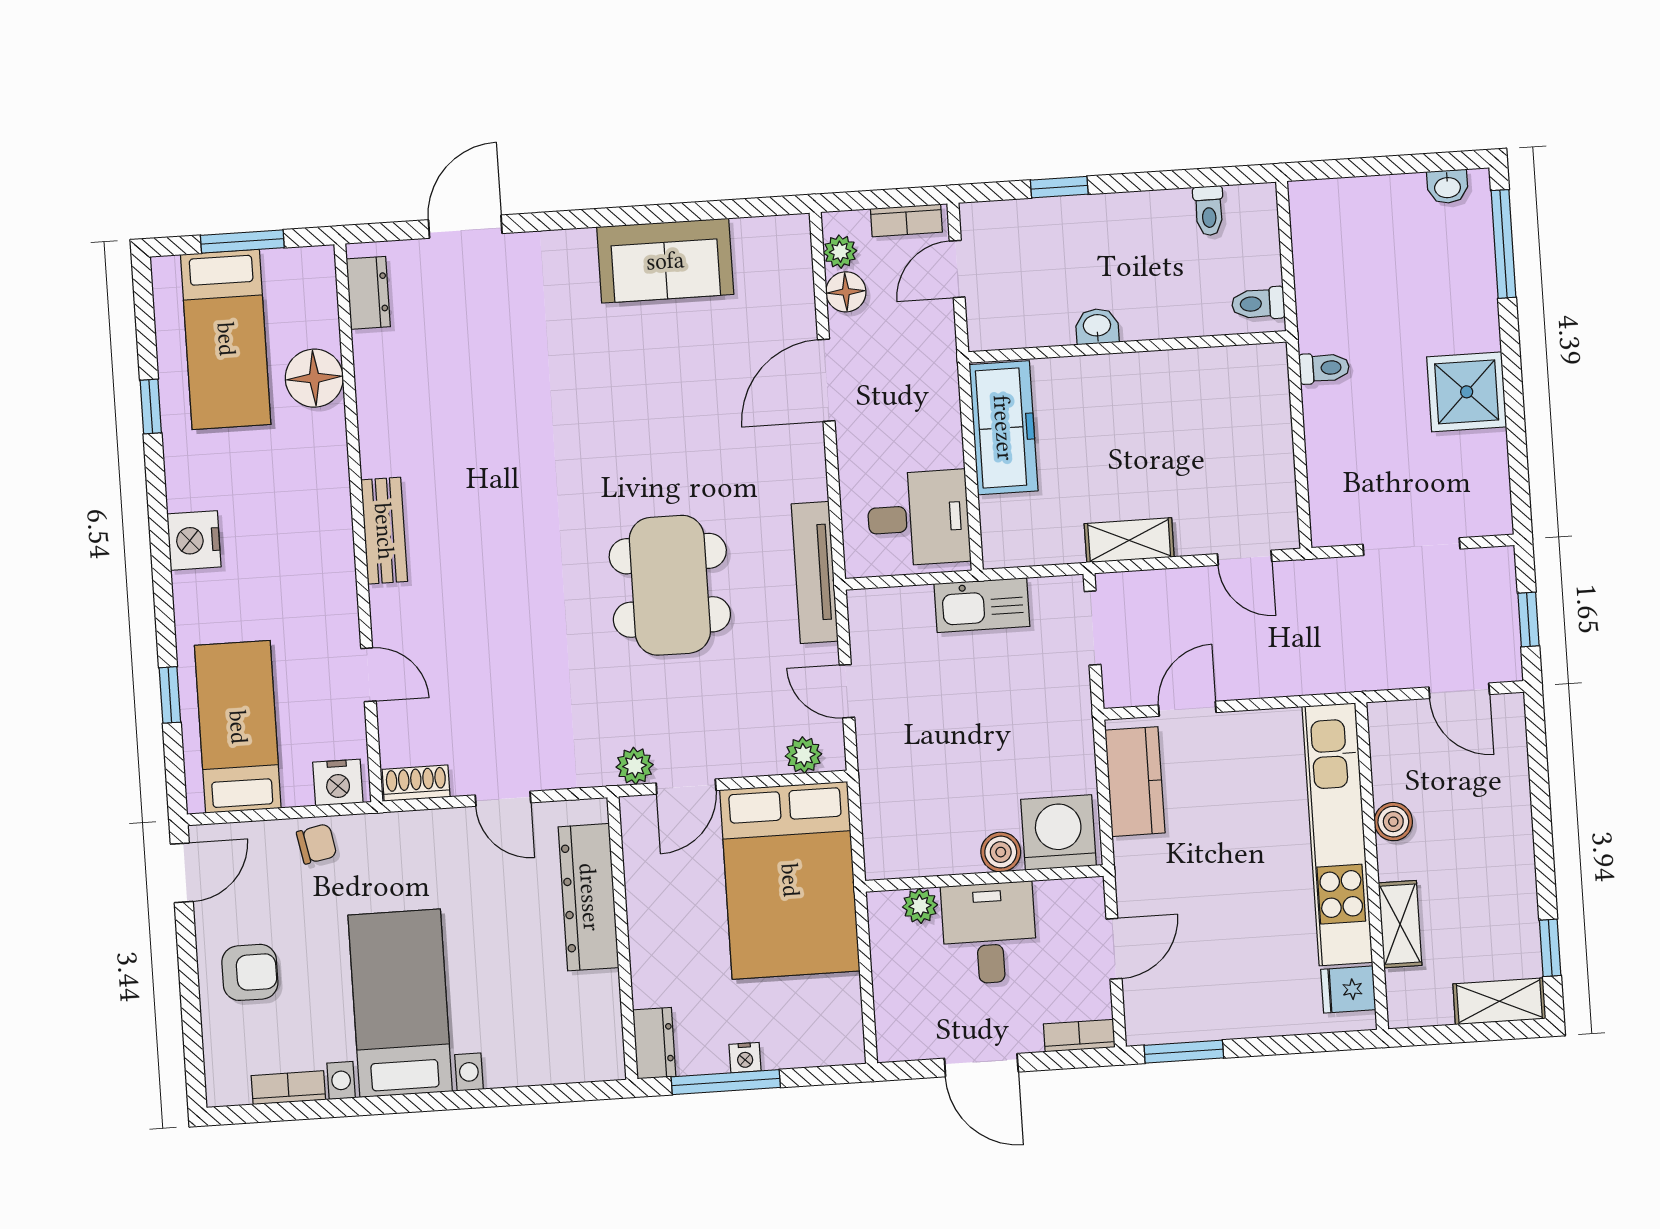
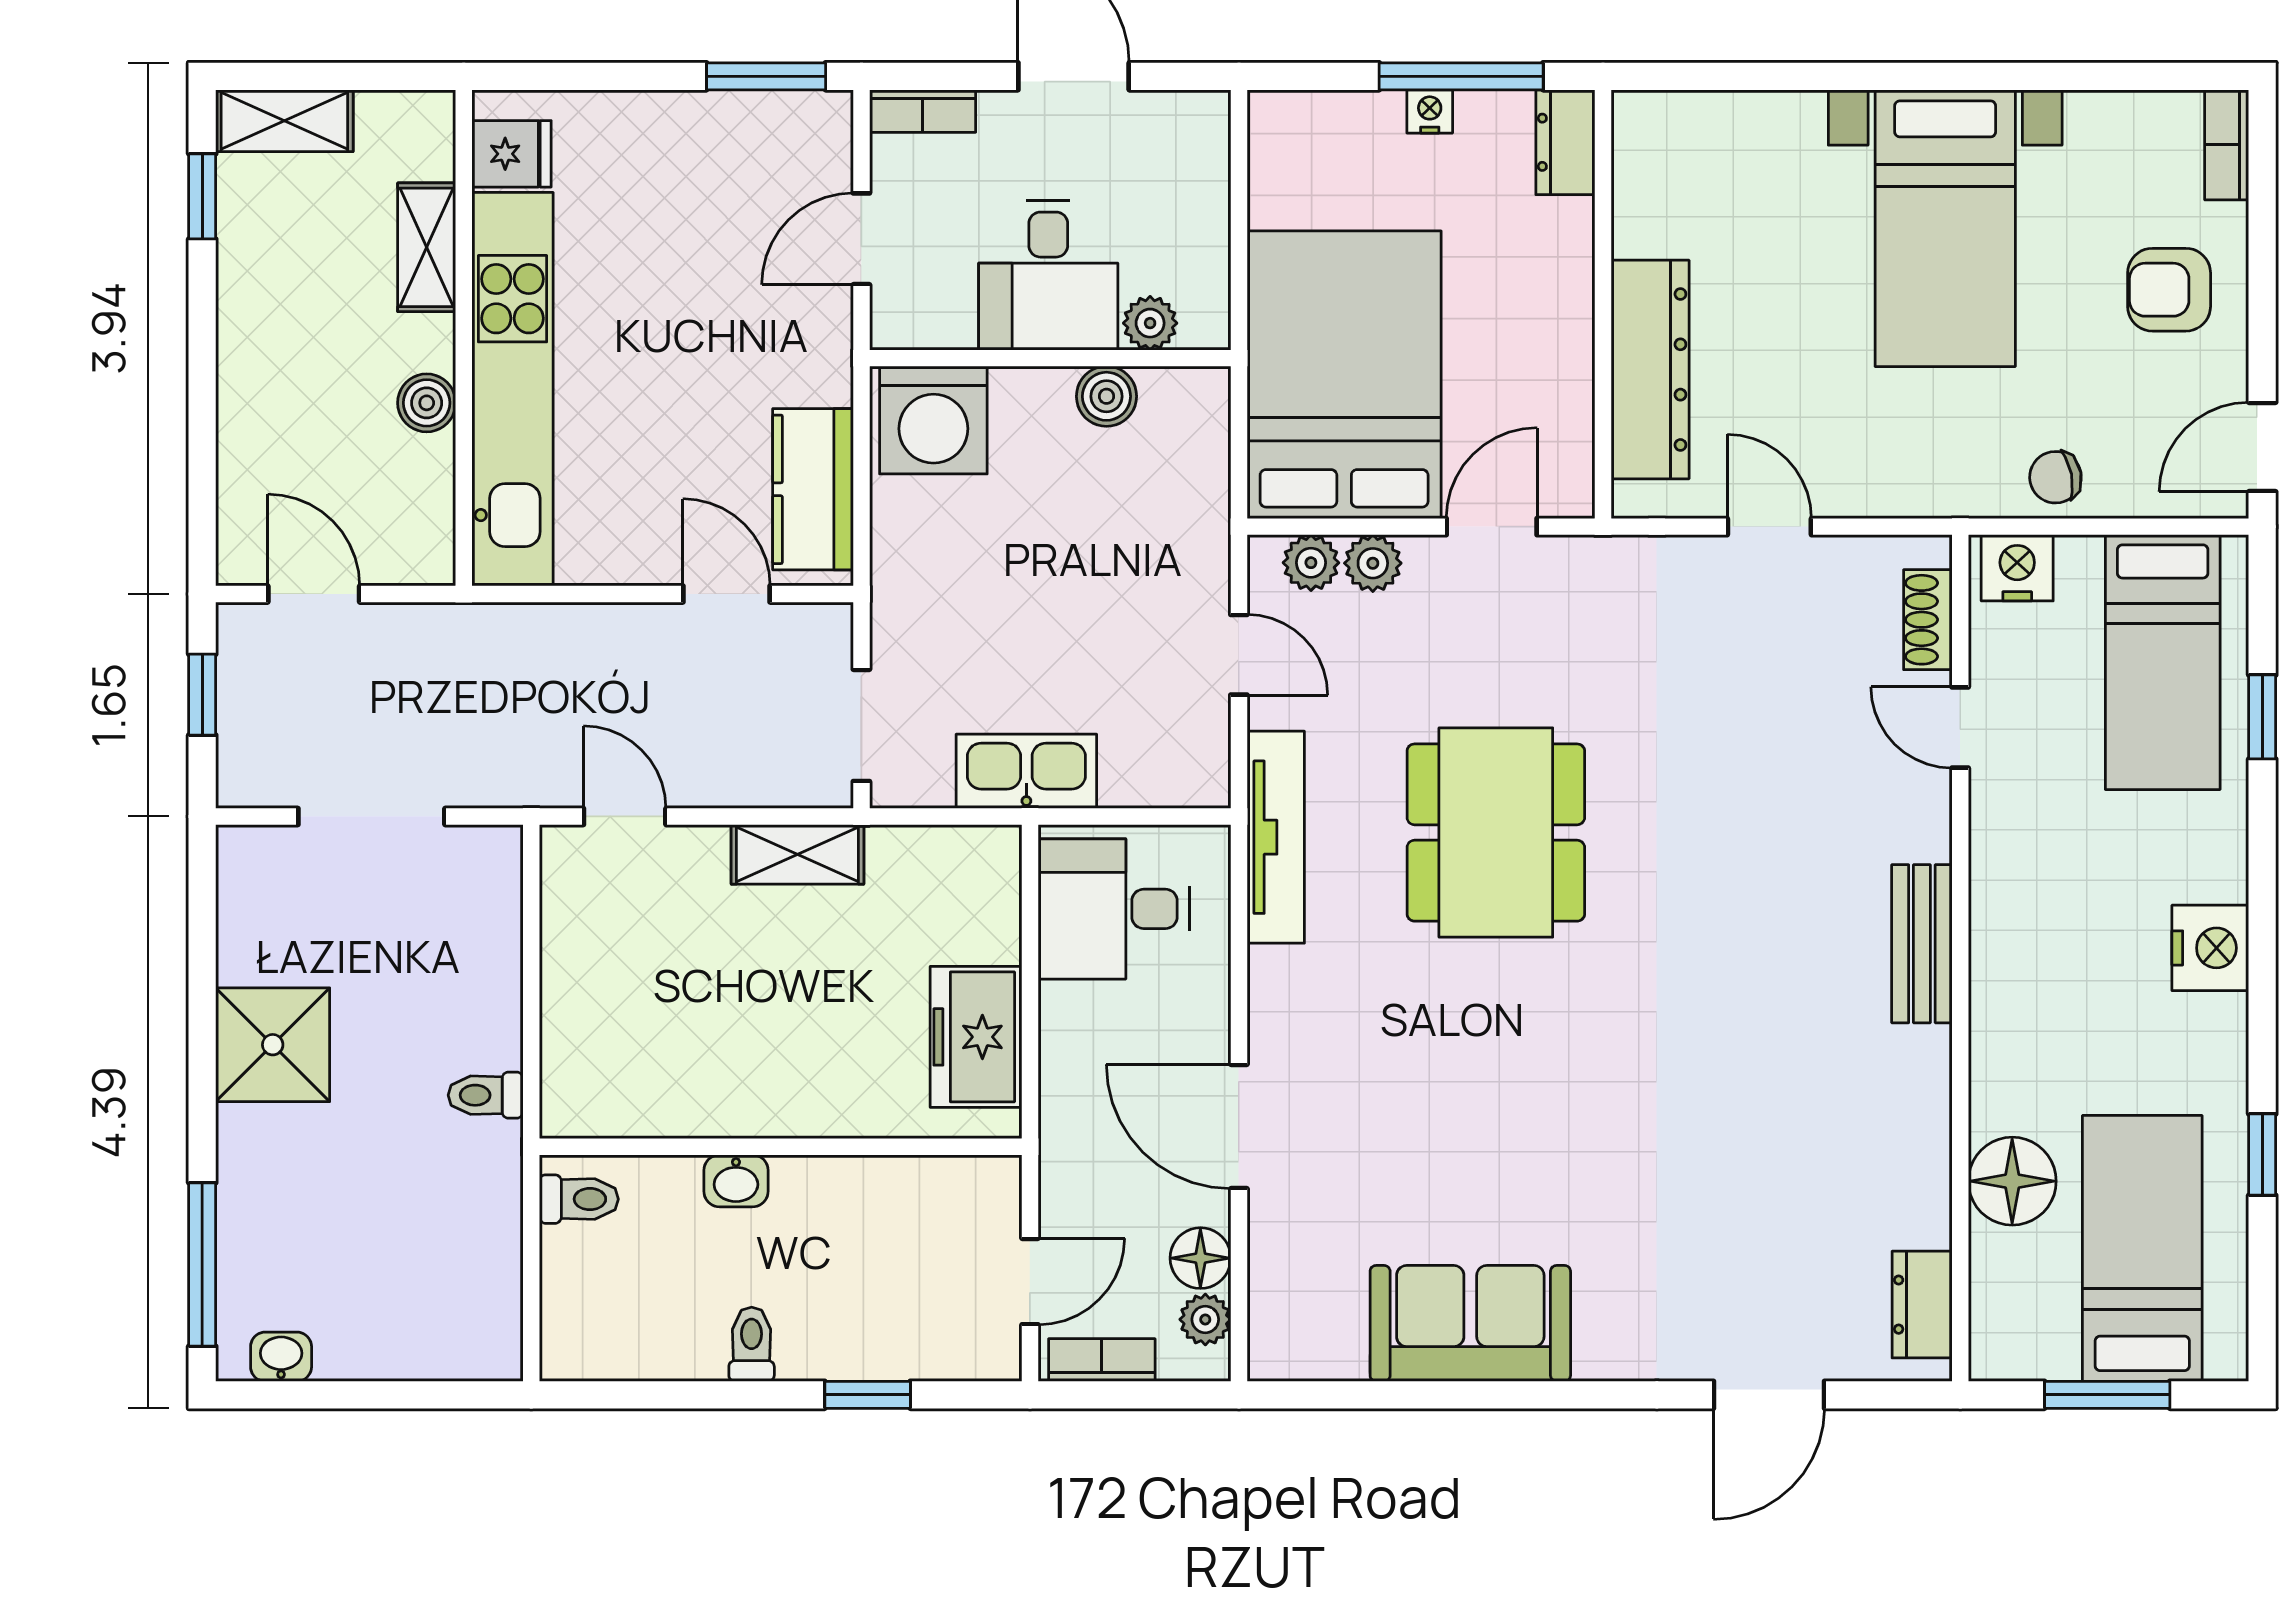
toilet: (1209, 211) -> (752, 1344), moved
washbasin: (1097, 326) -> (736, 1181), moved
door: (826, 380) -> (1239, 1127), swing flipped
freezer: (1003, 428) -> (976, 1037), width x0.71
door: (1187, 709) -> (727, 594), swing flipped
plant: (635, 766) -> (1373, 563), moved
shoe rack: (416, 783) -> (1928, 620), moved, turned 90
boiler: (1001, 852) -> (1106, 396), moved
bookcase: (288, 1088) -> (2227, 145), moved, turned 90

